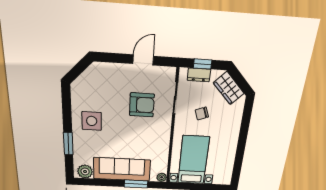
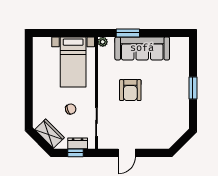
armchair: (142, 105) -> (130, 90), moved, turned -90
side table: (92, 121) -> (171, 96), removed
window: (68, 144) -> (193, 88), moved
plant: (85, 172) -> (178, 44), removed

